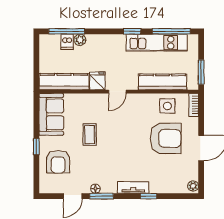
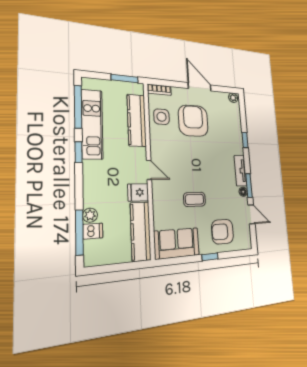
armchair: (58, 162) -> (222, 232), turned 180
tv unit: (133, 187) -> (240, 171), moved

